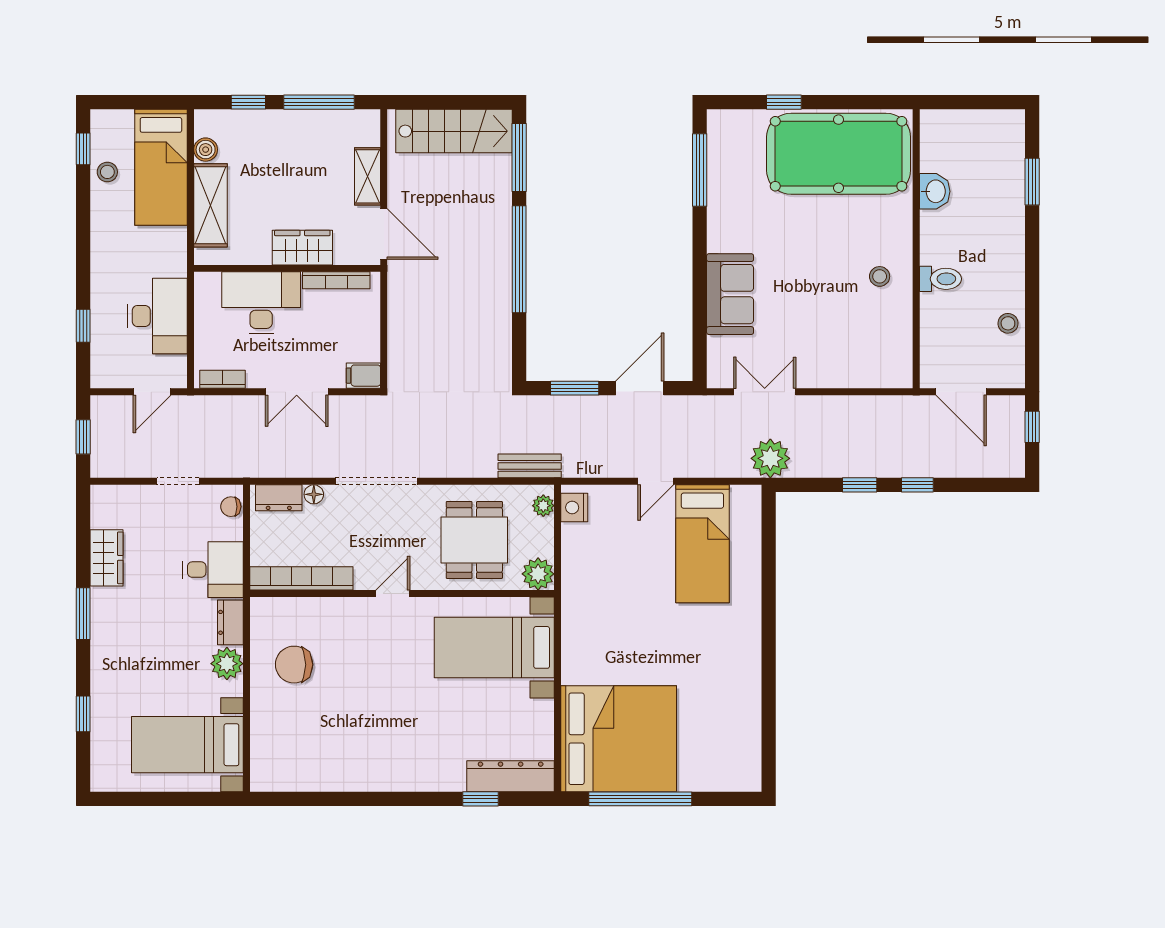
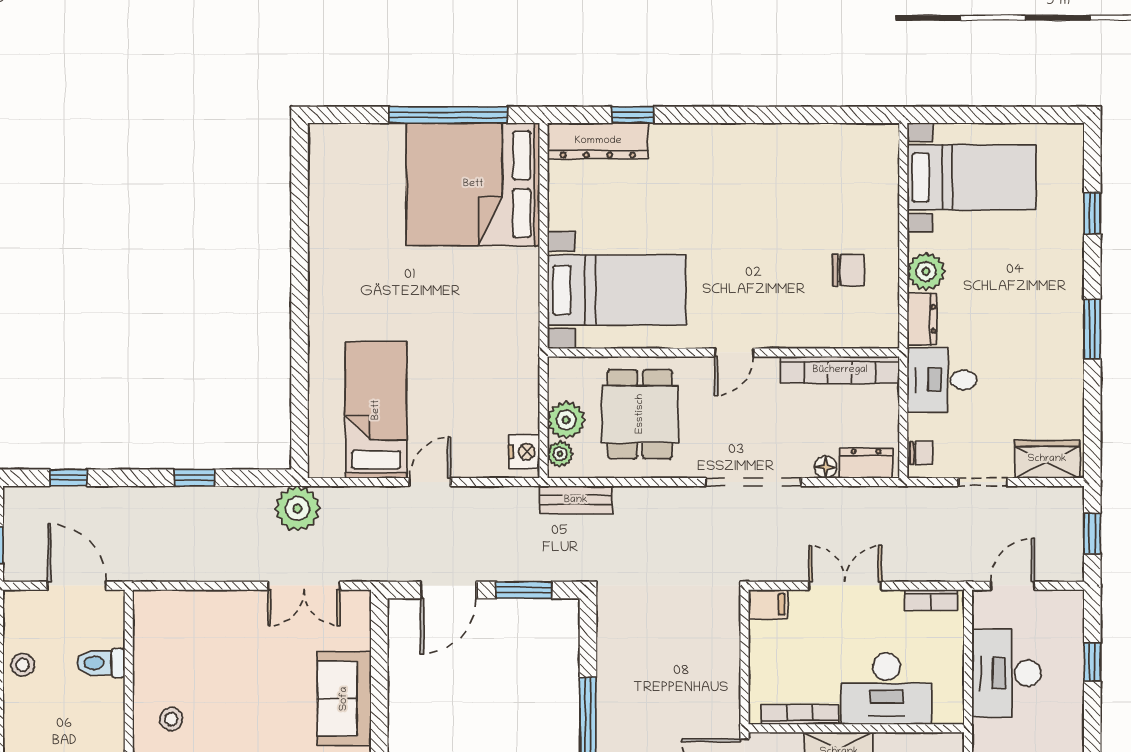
toilet: (941, 279) -> (101, 663), moved
window: (917, 485) -> (68, 478), moved
wardrobe: (107, 558) -> (1047, 459), moved, turned 90
plant: (538, 574) -> (566, 420), moved
chair: (294, 665) -> (848, 270), width x0.73, depth x0.73

